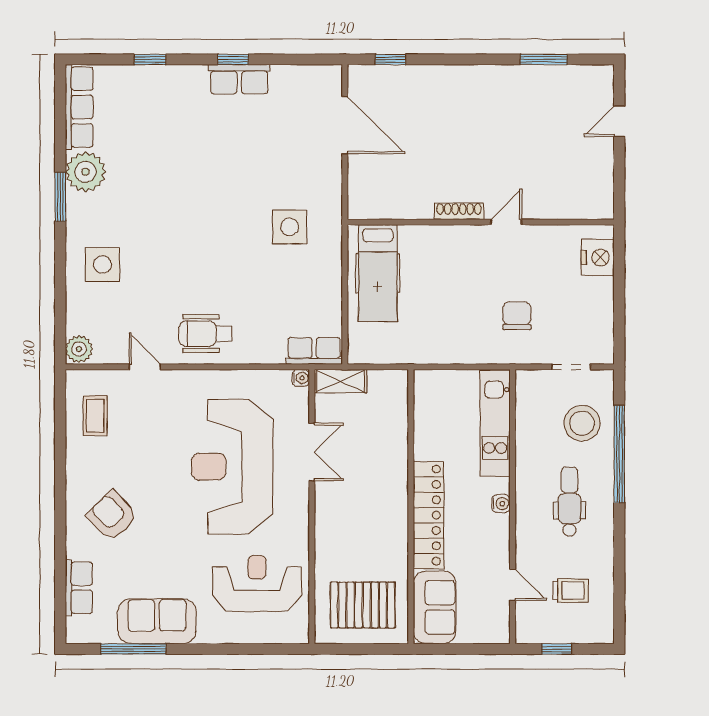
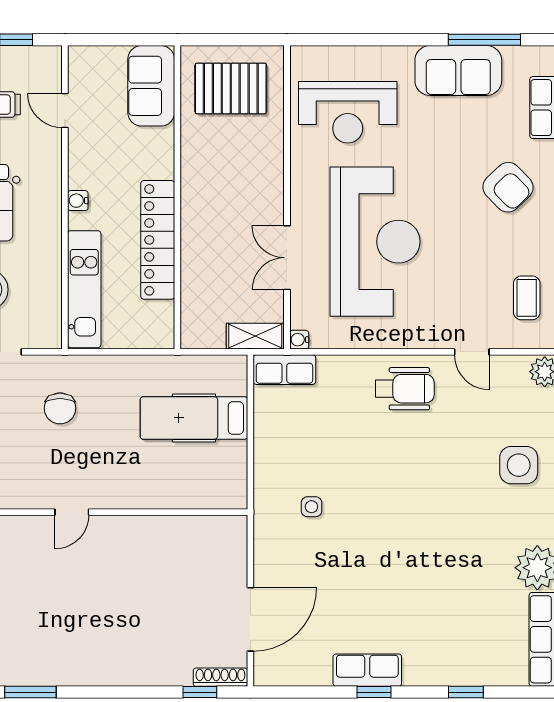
door: (345, 125) -> (250, 619), swing flipped
shoe rack: (459, 211) -> (220, 677), moved, turned 180
side table: (290, 227) -> (311, 507), width x0.54, depth x0.54
hospital bed: (378, 273) -> (194, 418), moved, turned -90
locker: (429, 515) -> (158, 240), moved

